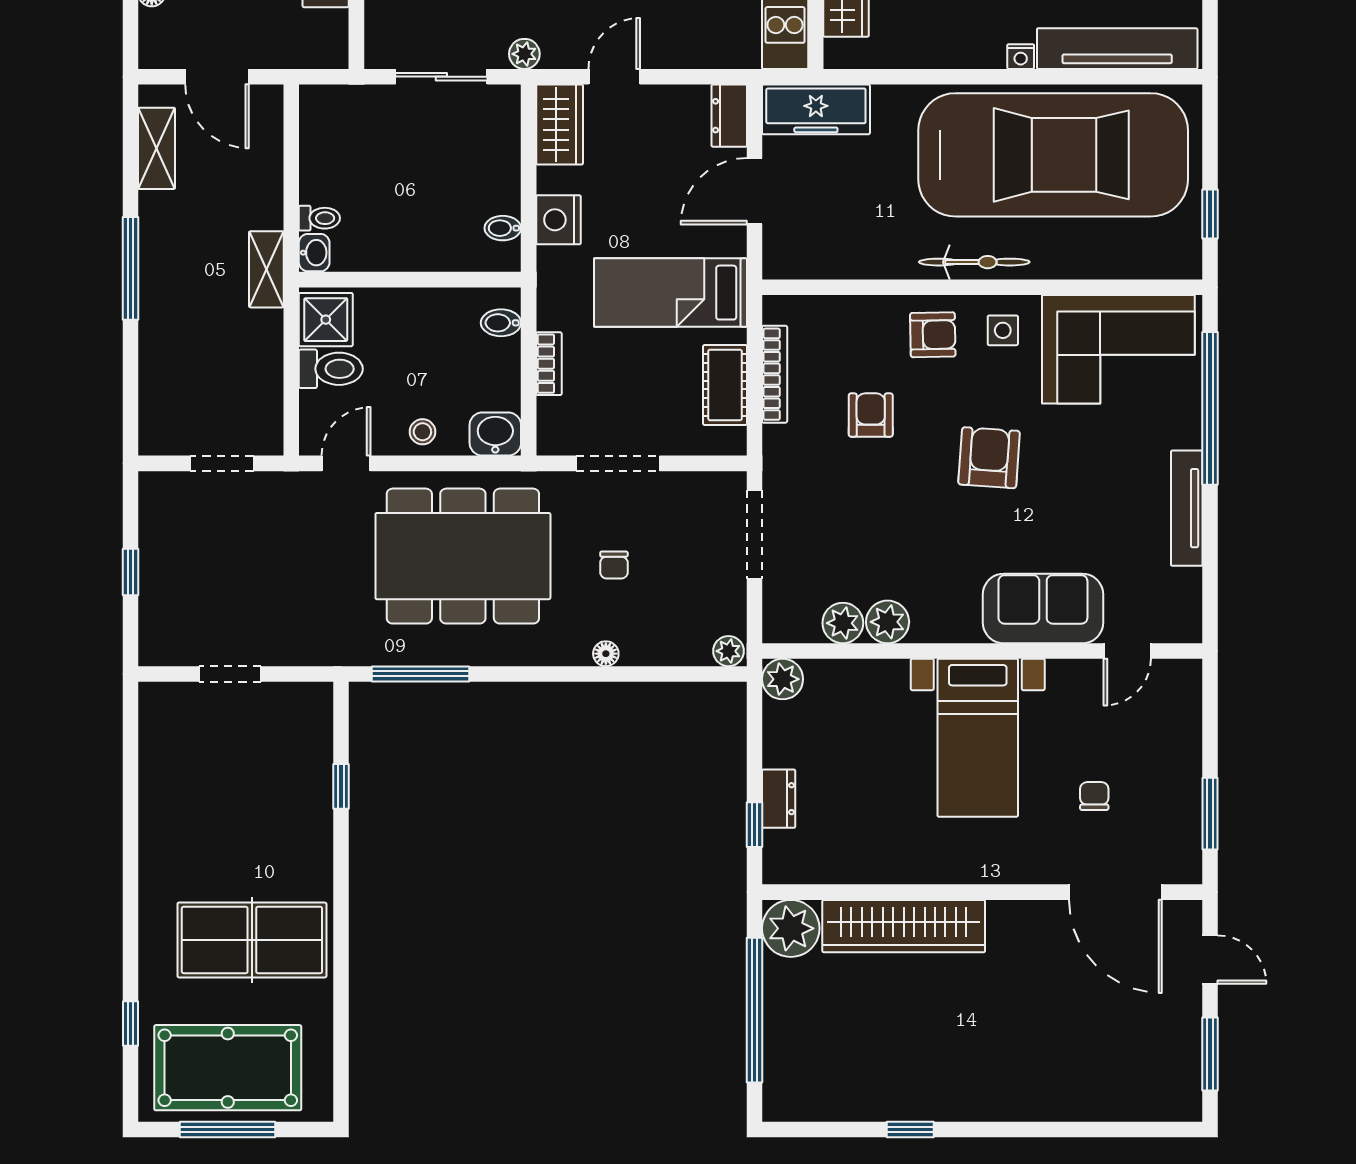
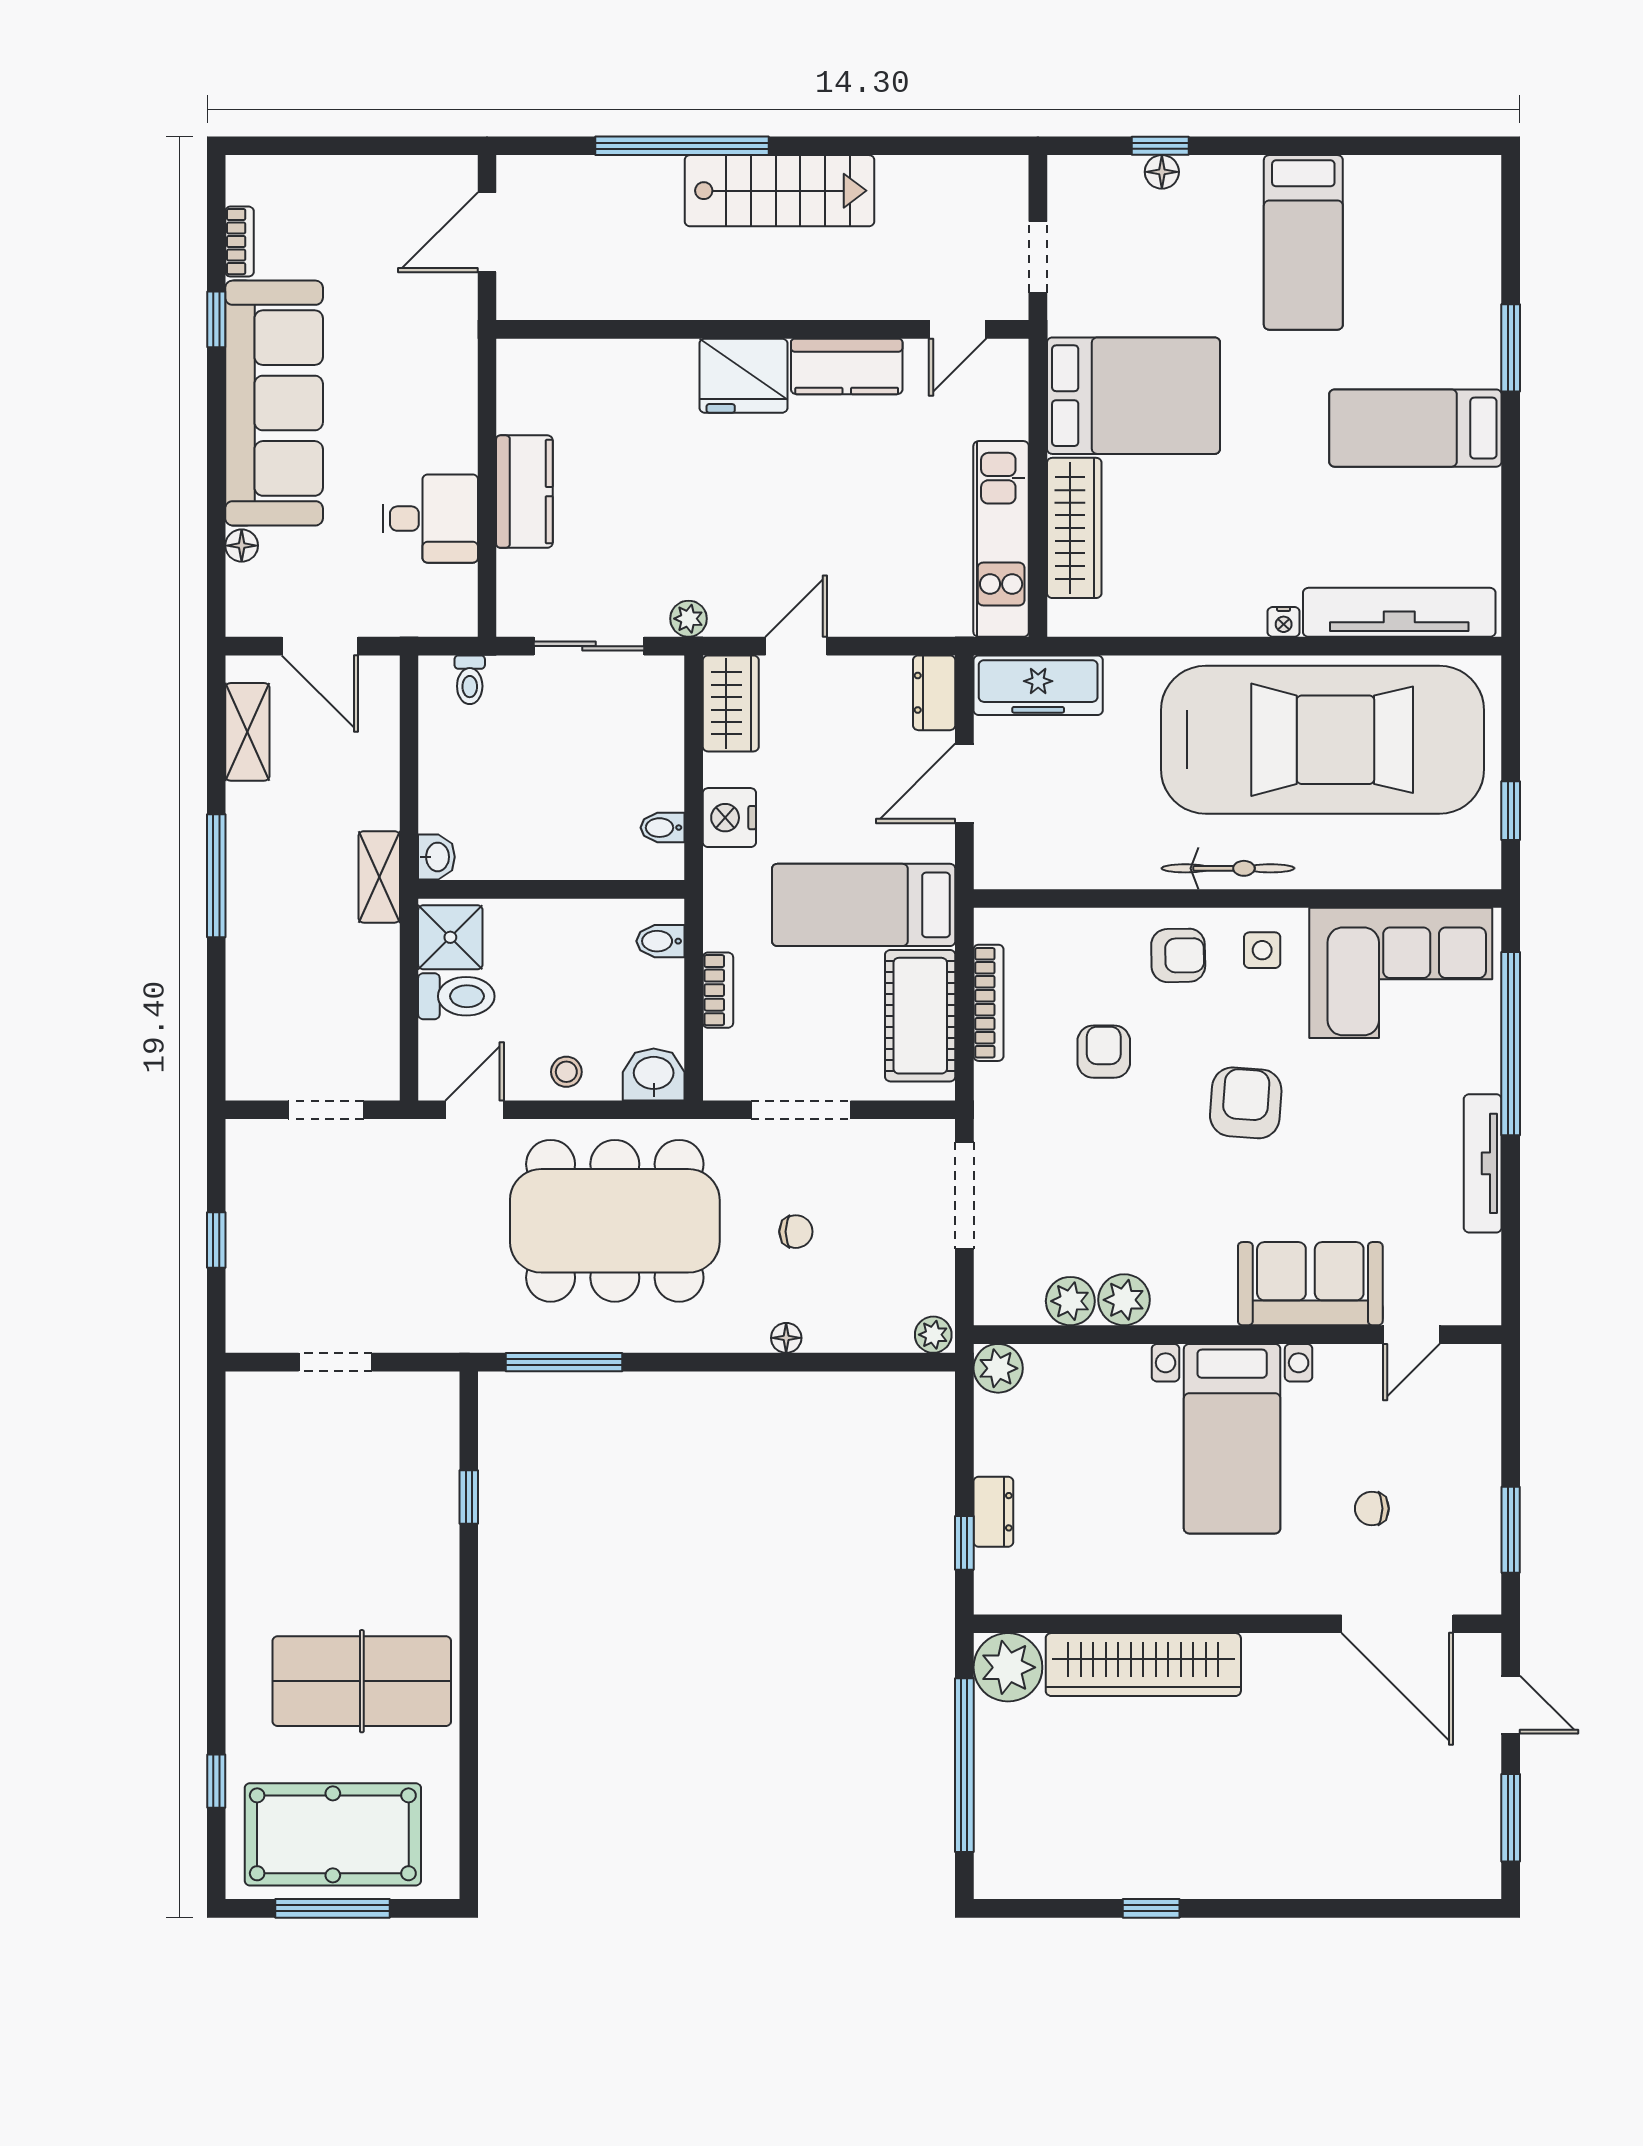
toilet: (319, 218) -> (470, 680), moved, turned 90
cot: (725, 385) -> (920, 1016), width x1.37, depth x1.34
chair: (614, 565) -> (796, 1232), turned -90
chair: (1094, 796) -> (1372, 1509), turned -90

